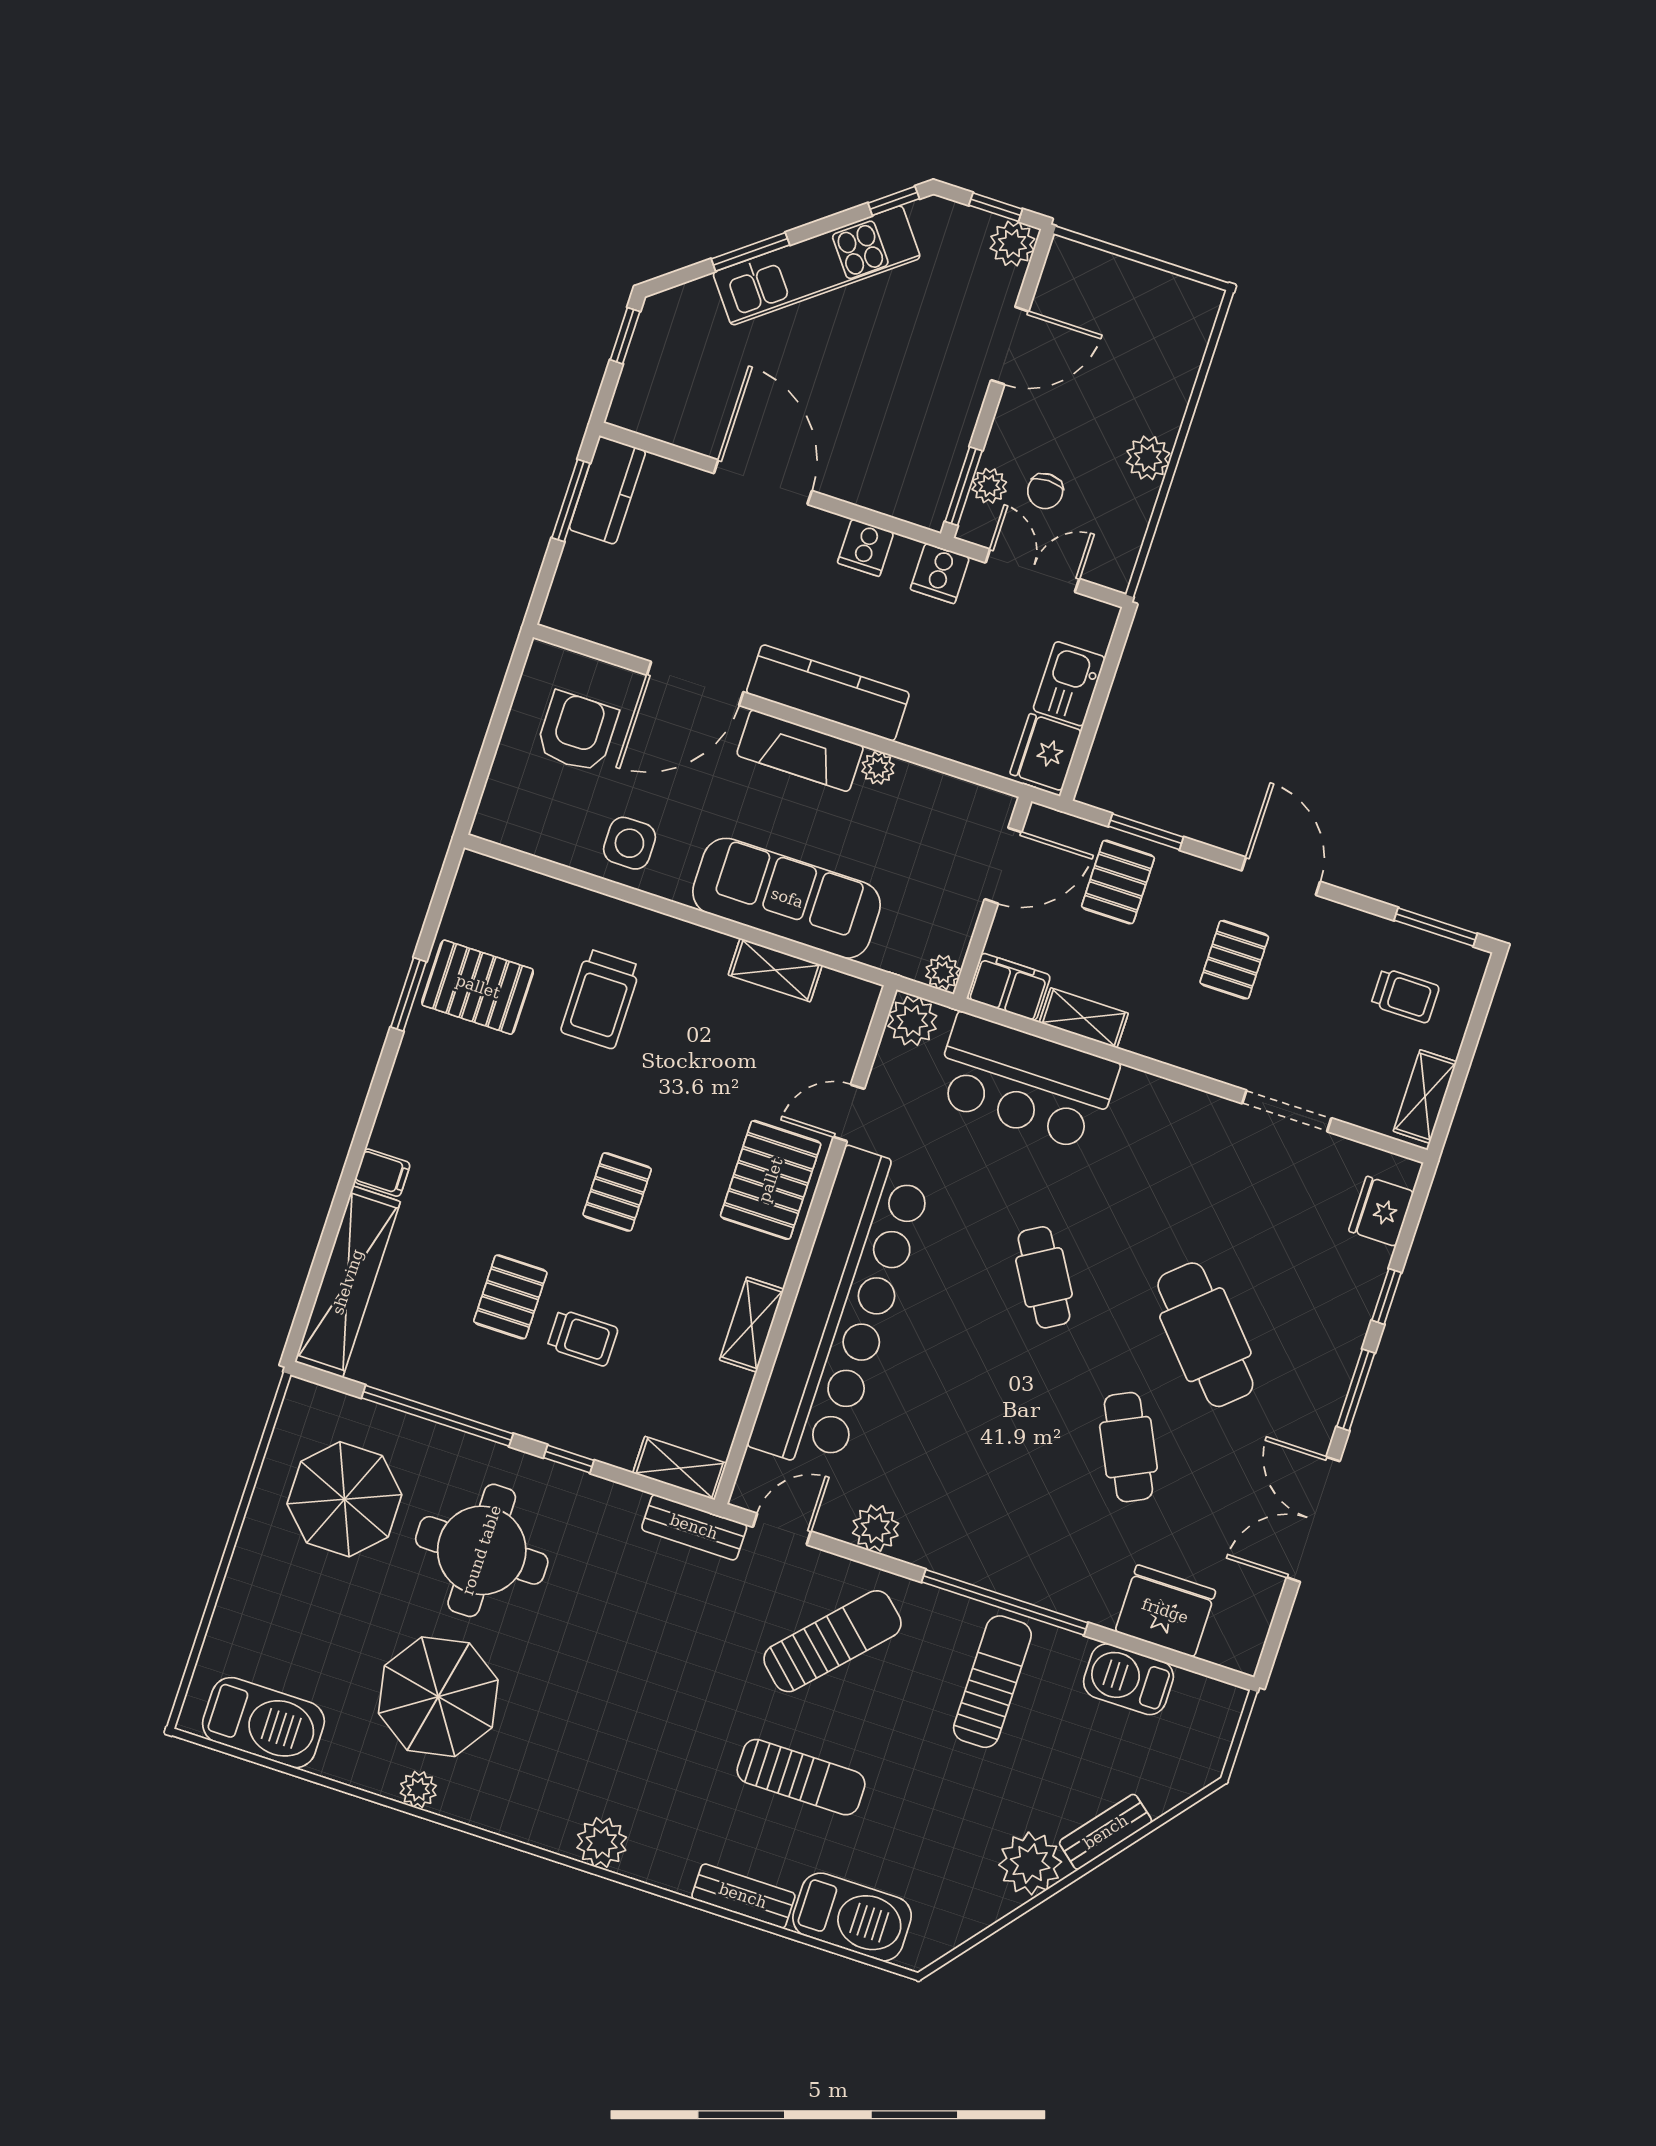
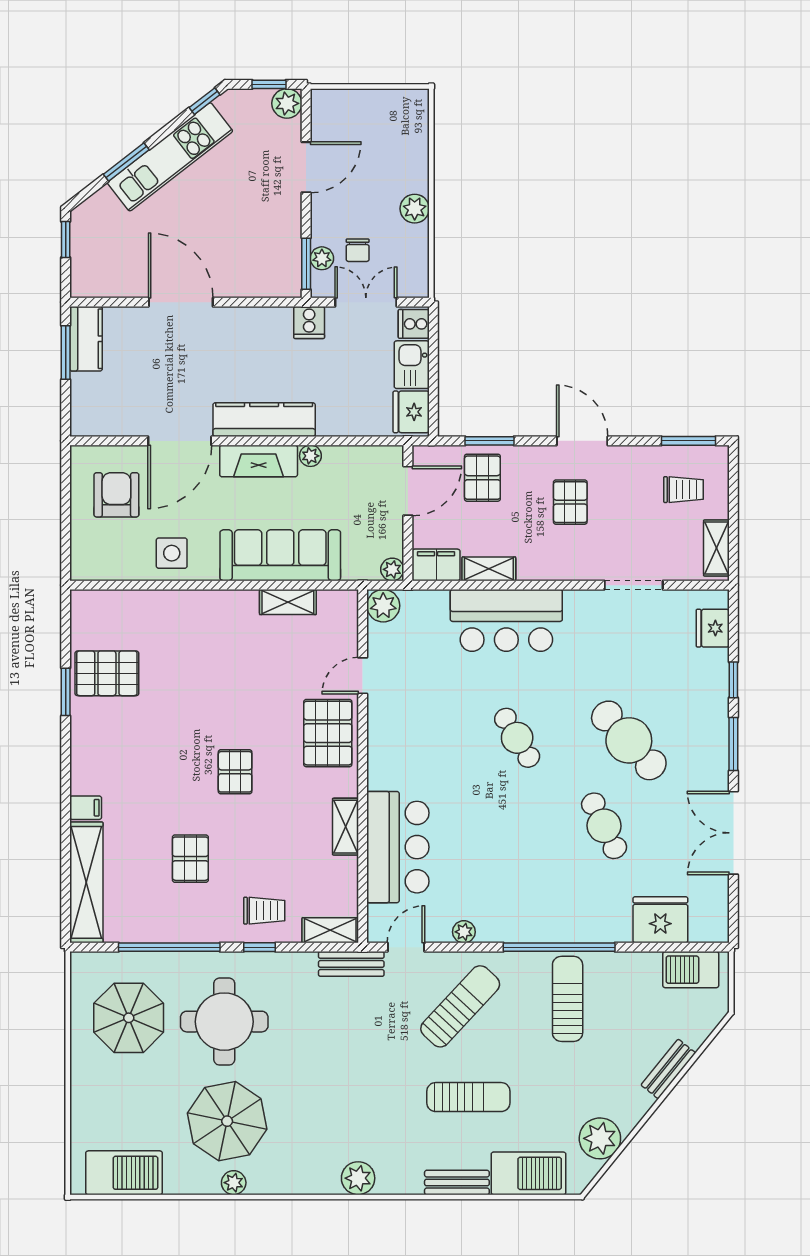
cooker: (866, 548) -> (414, 324), moved, turned 90
trolley: (601, 999) -> (186, 656), removed
bar counter: (1025, 1082) -> (506, 620), moved
bar counter: (841, 1310) -> (398, 847), width x0.54
trolley: (583, 1338) -> (264, 911), moved
plant: (876, 1528) -> (464, 932), width x0.73, depth x0.73
barbecue: (1128, 1679) -> (691, 970), moved
plant: (1030, 1863) -> (600, 1138), moved

